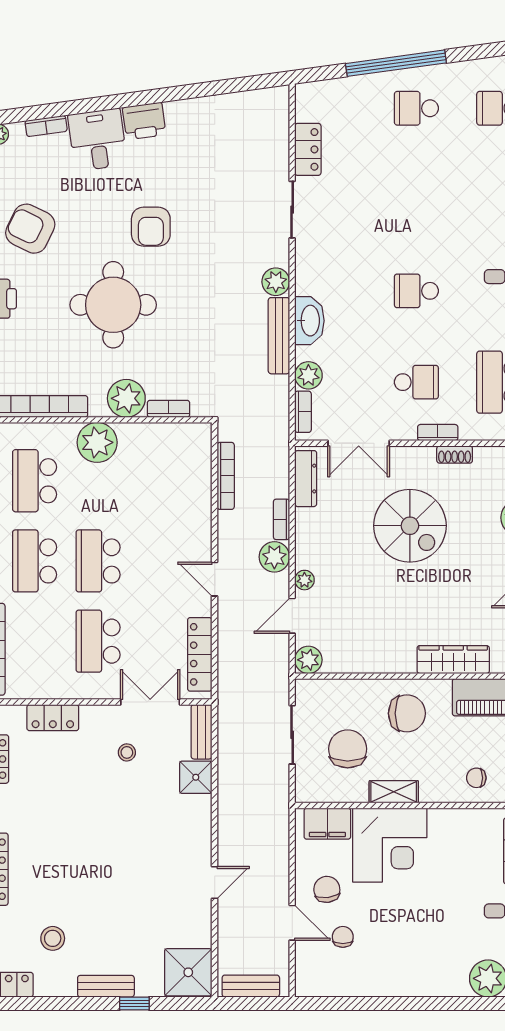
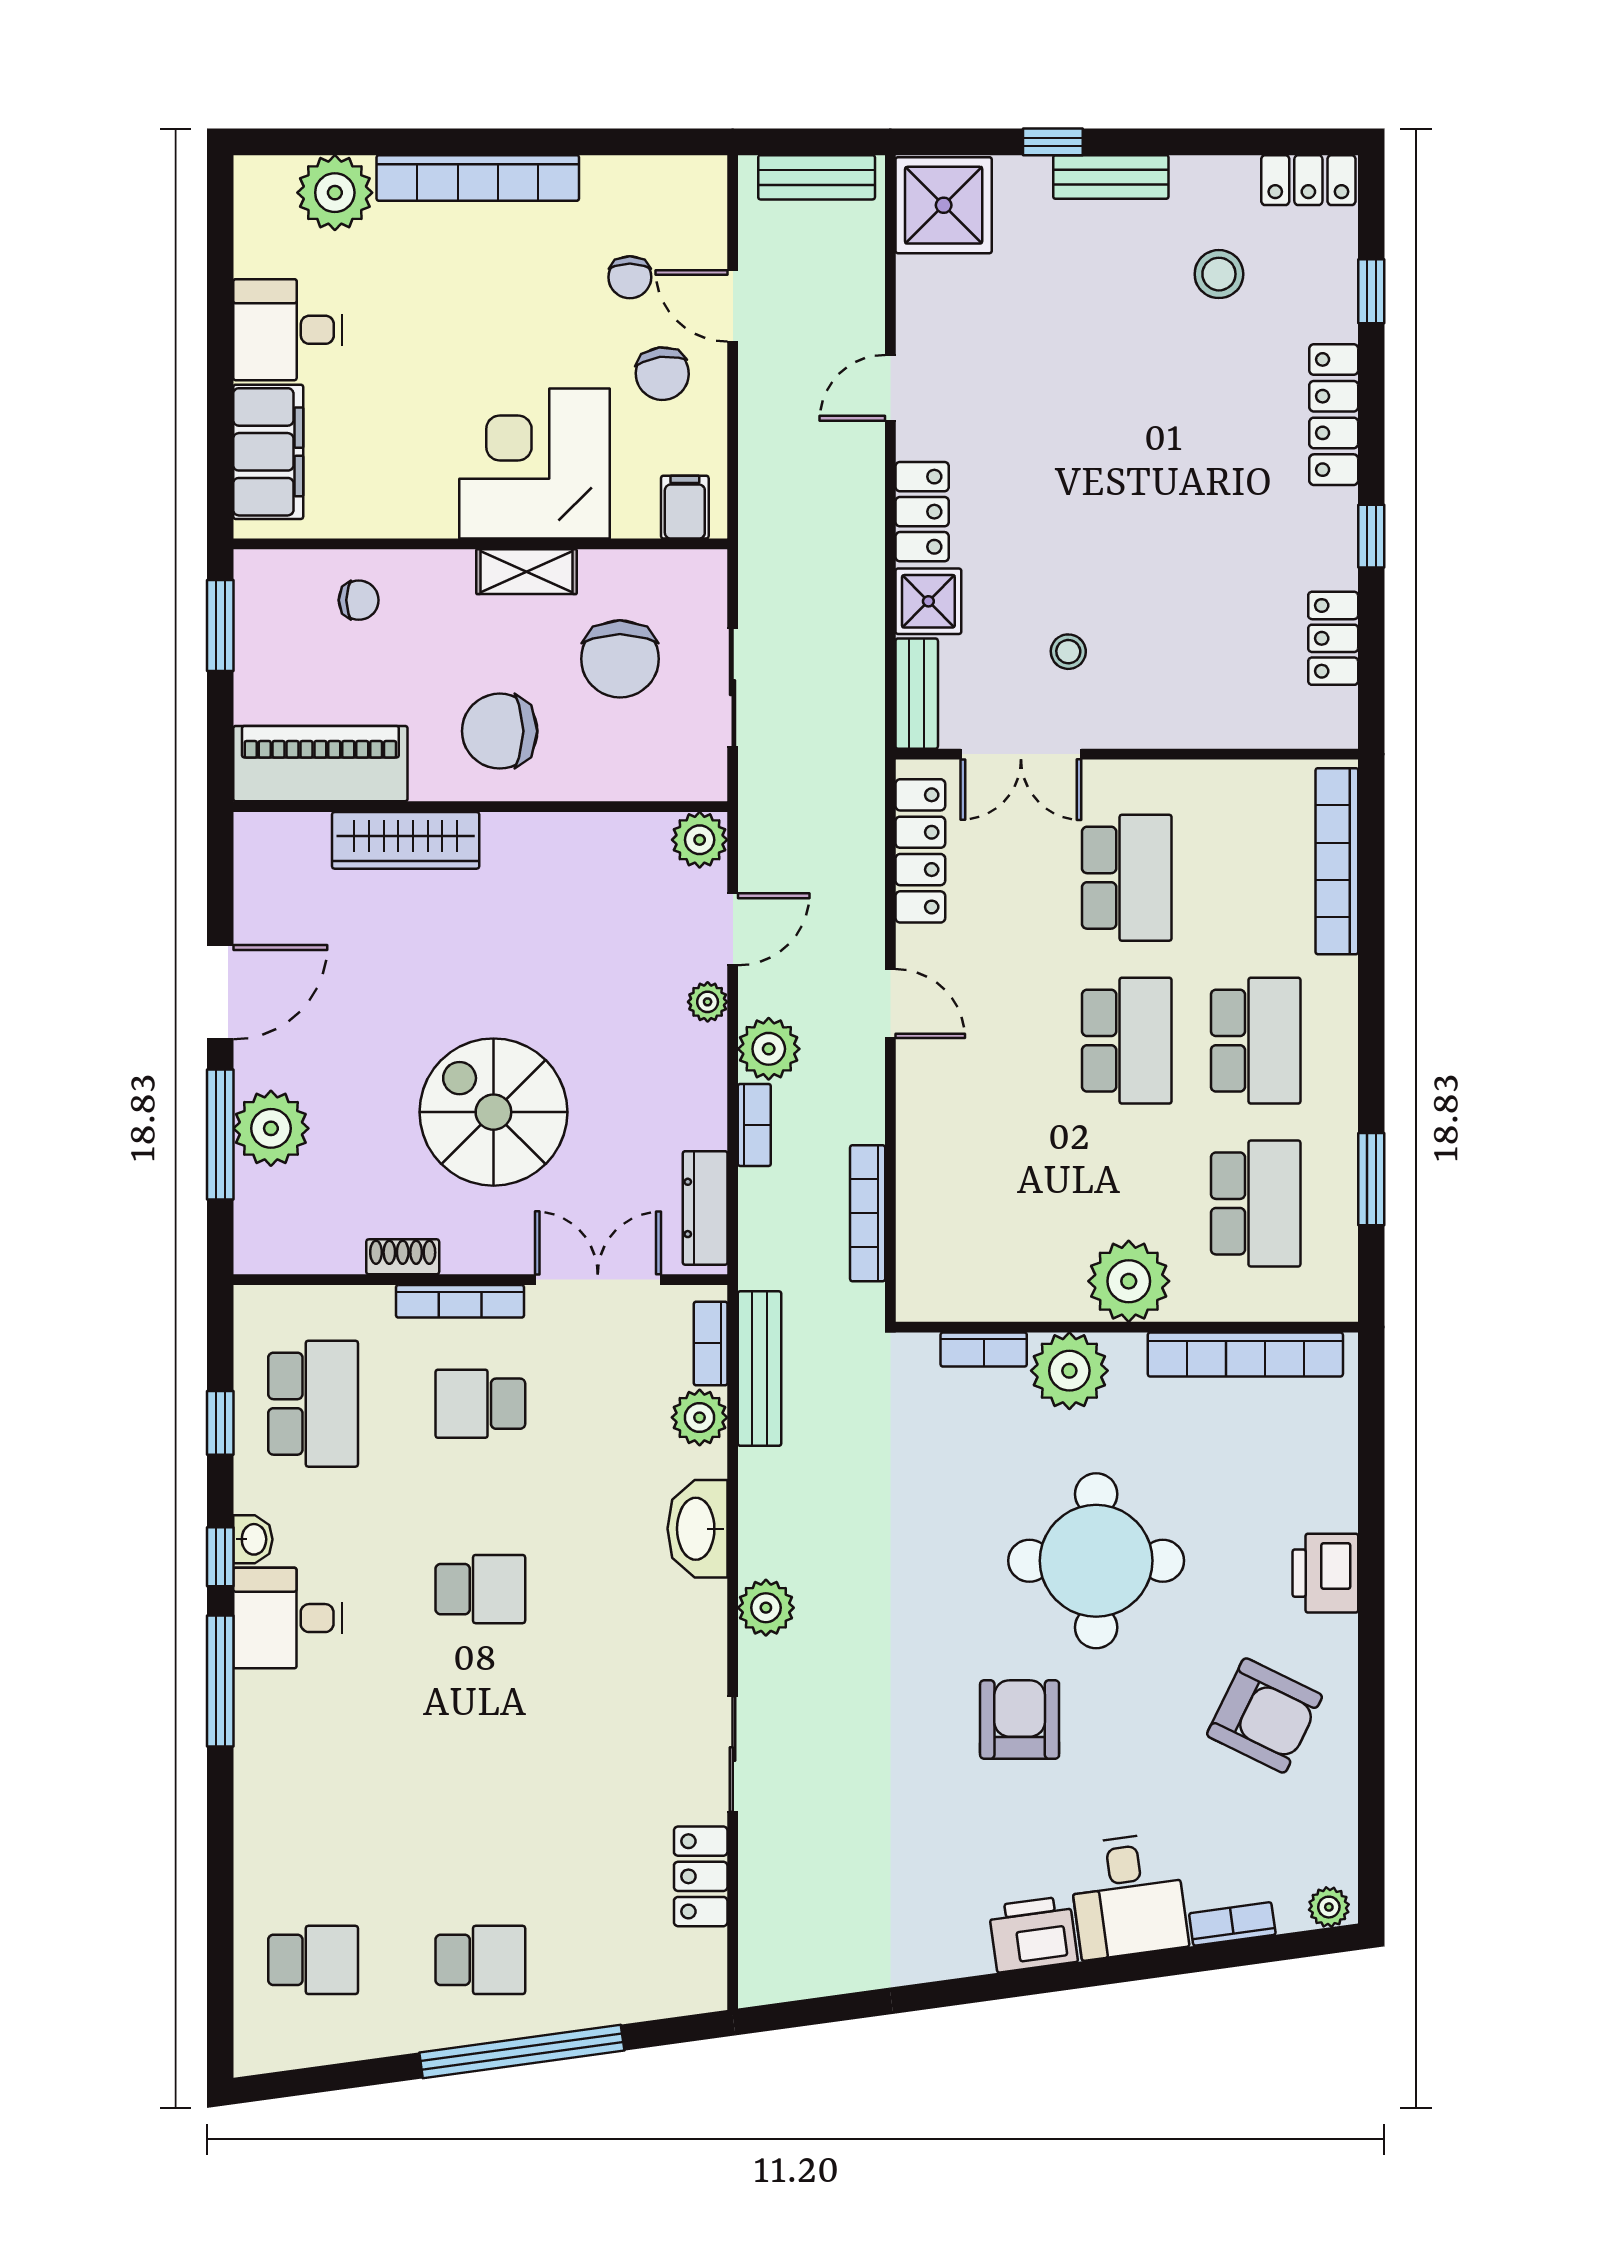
bench: (279, 336) -> (760, 1369), moved
bookcase: (438, 433) -> (460, 1301), width x1.56
locker: (53, 718) -> (922, 512), moved, turned 90
filing cabinet: (327, 824) -> (685, 507), width x0.50
bookcase: (418, 986) -> (478, 178), added

